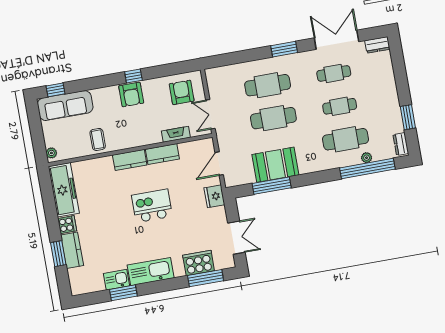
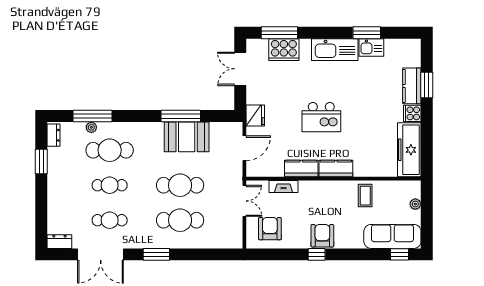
armchair: (182, 92) -> (270, 229), turned 180
plant: (51, 153) -> (415, 204), moved
window: (367, 169) -> (93, 116), width x0.68
window: (272, 186) -> (181, 116), moved

